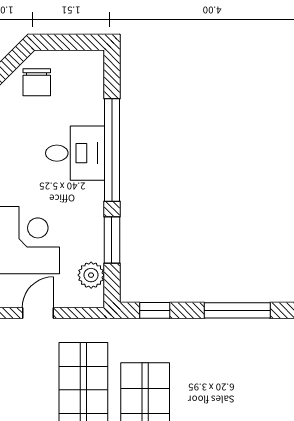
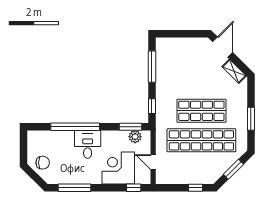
desk: (75, 153) -> (88, 144), moved
window: (112, 240) -> (130, 127), moved

